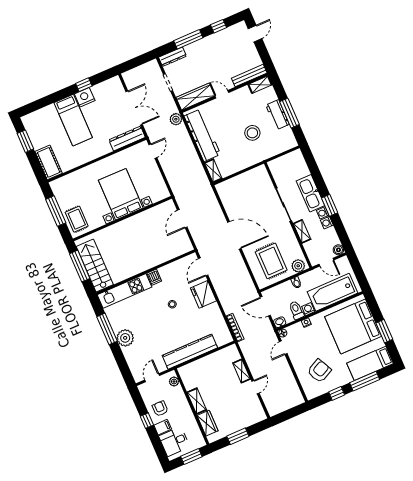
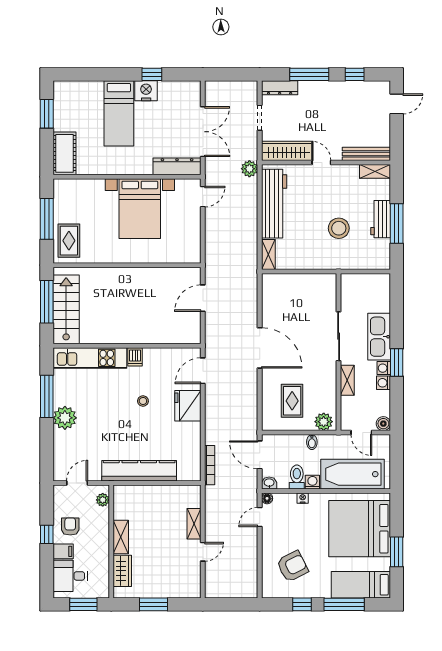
bed with nightstands: (121, 194) -> (140, 209), moved, turned 180
rug: (271, 261) -> (292, 401), width x0.73, depth x0.70

